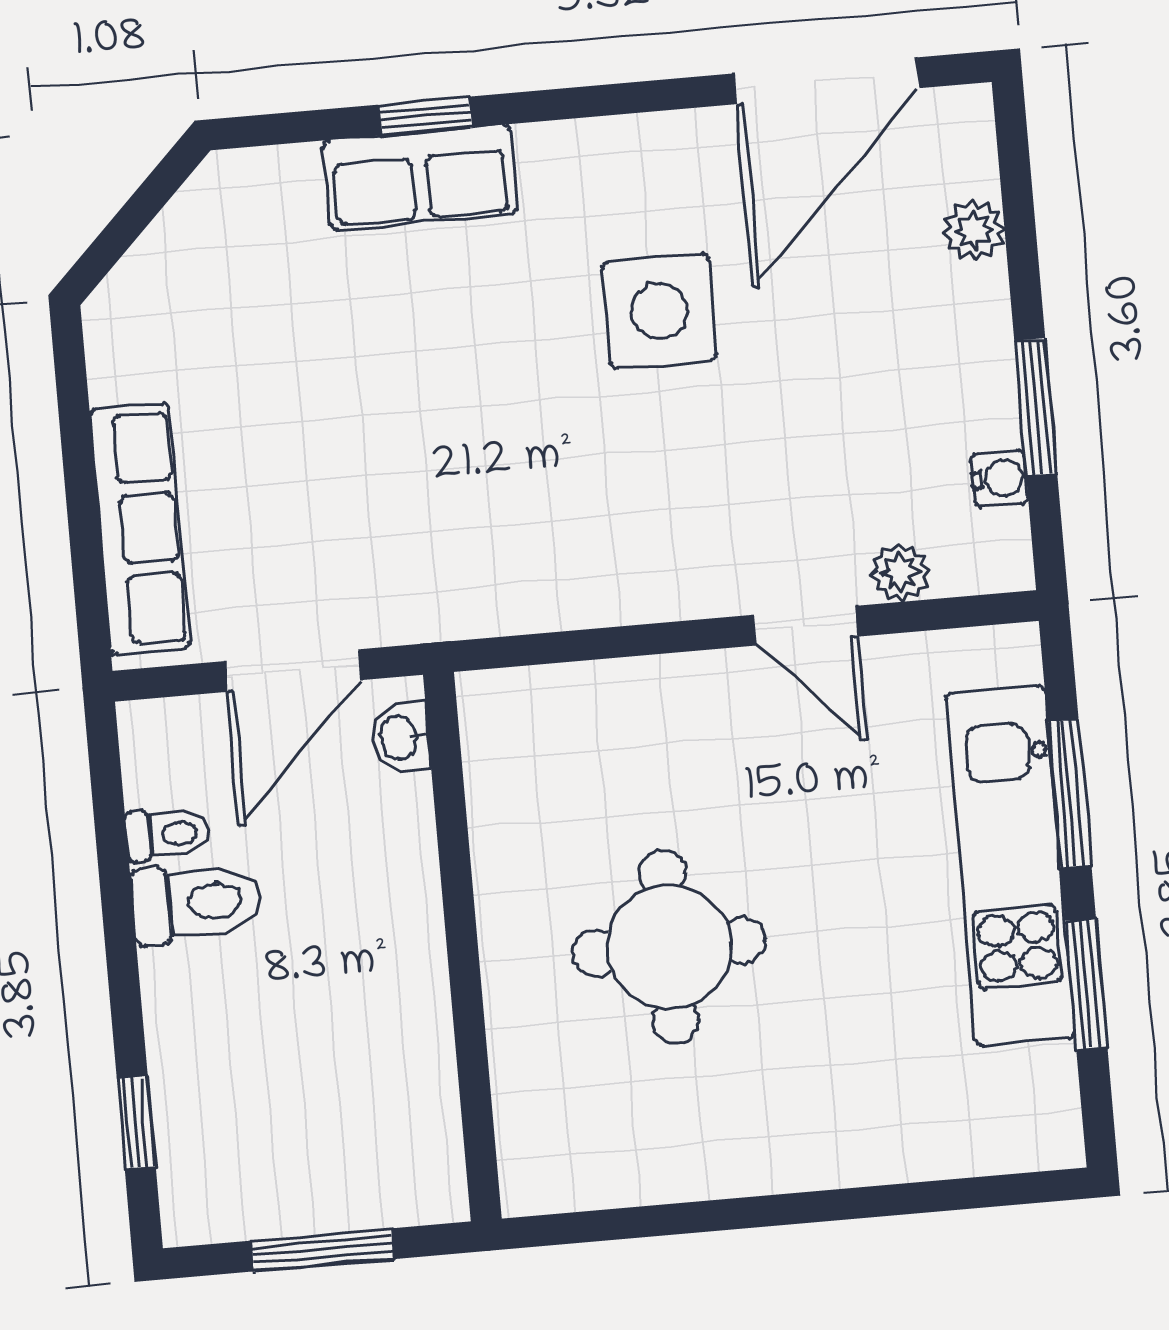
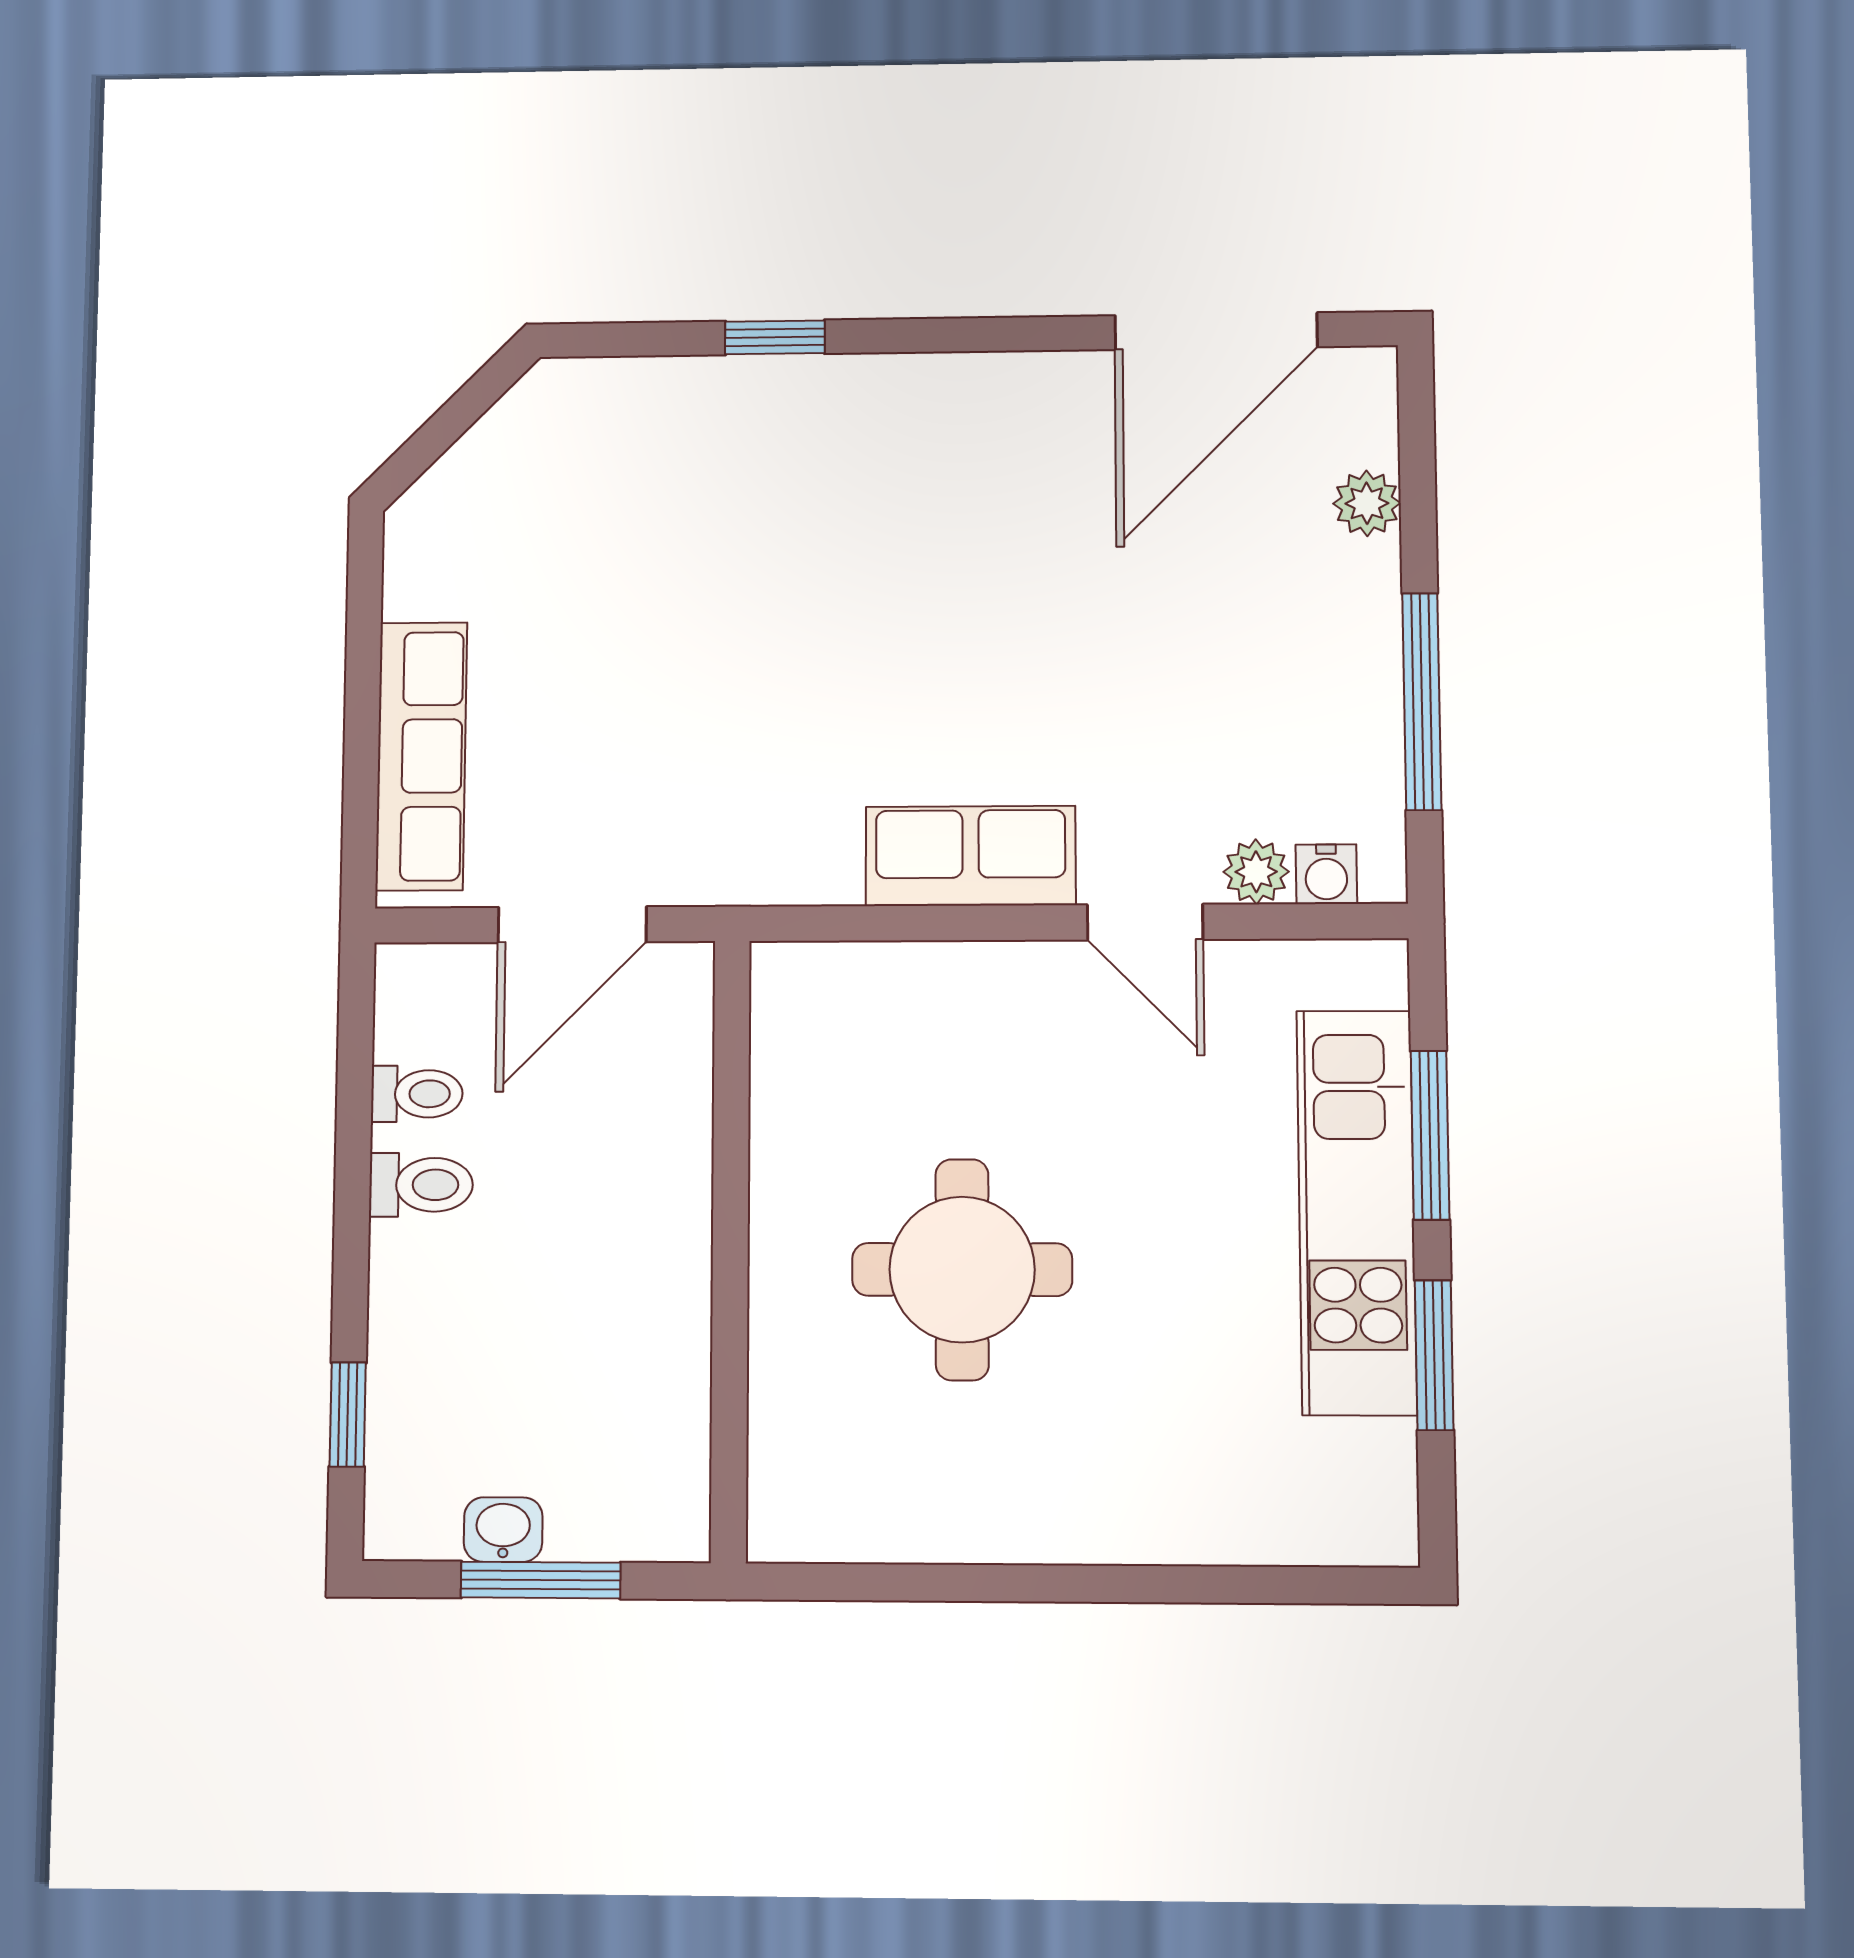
row of seats: (420, 177) -> (971, 856), moved, turned 180
side table: (660, 311) -> (1012, 565), removed
window: (1036, 407) -> (1422, 701), width x1.44
water cooler: (1000, 479) -> (1326, 874), moved, turned 90
washbasin: (400, 737) -> (503, 1530), moved, turned 90
toilet: (197, 903) -> (421, 1185), width x0.73, depth x0.72

